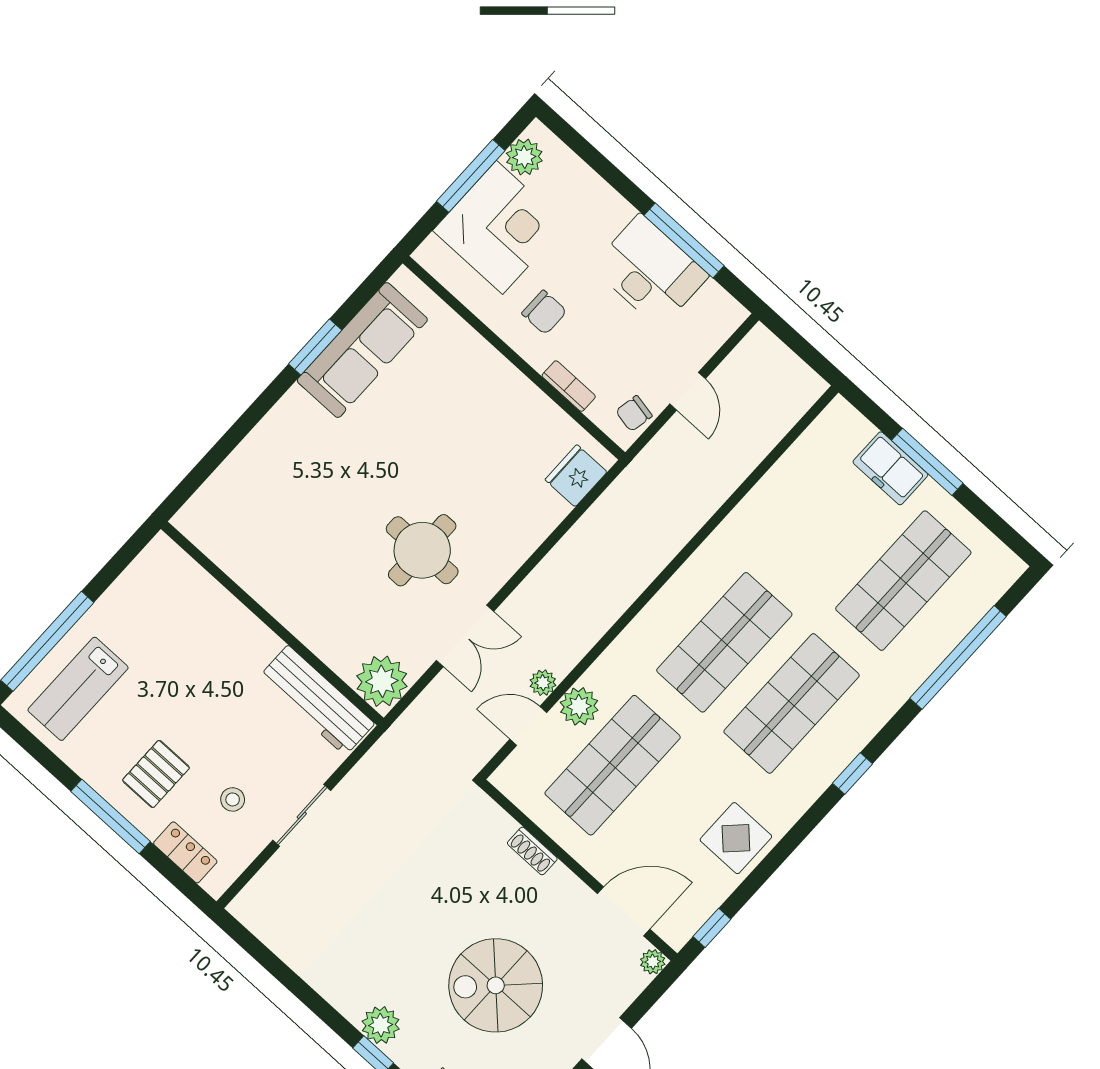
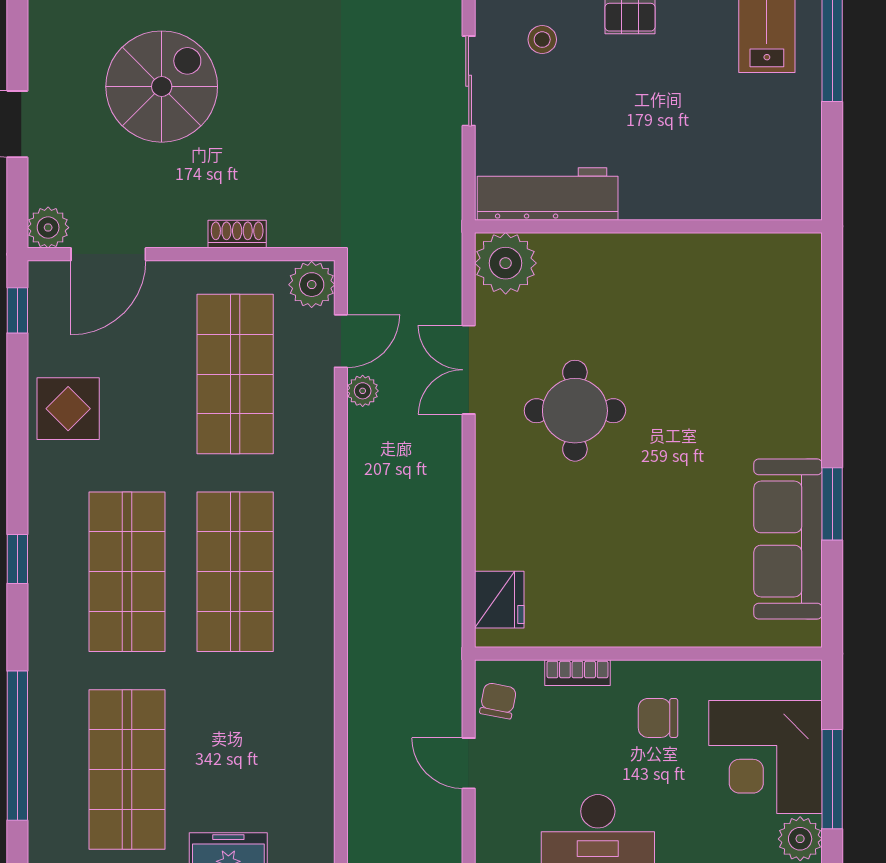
plant: (579, 706) -> (312, 285), moved
plant: (653, 962) -> (48, 228), width x1.38, depth x1.38

